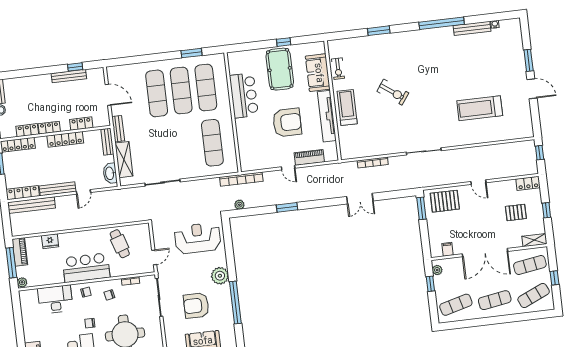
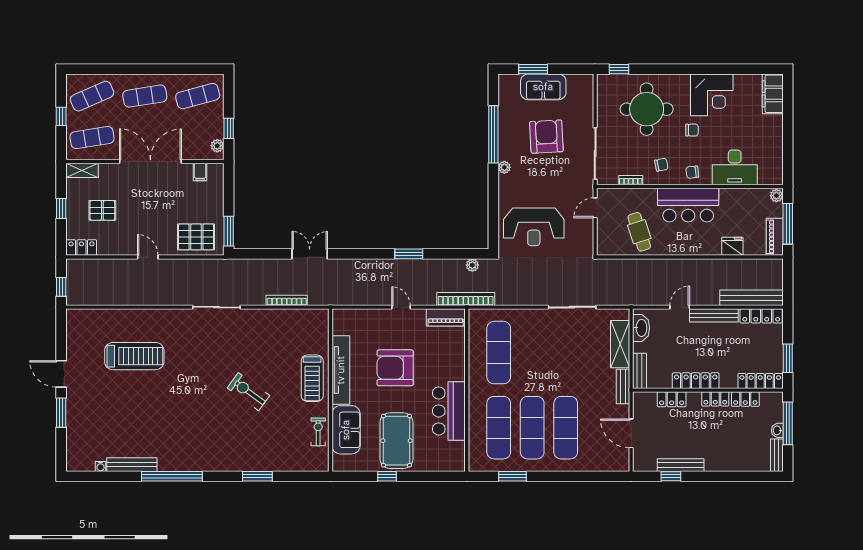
piano: (309, 157) -> (446, 317), moved
plant: (220, 276) -> (504, 167), width x0.53, depth x0.53
armchair: (196, 306) -> (546, 137), turned -93

